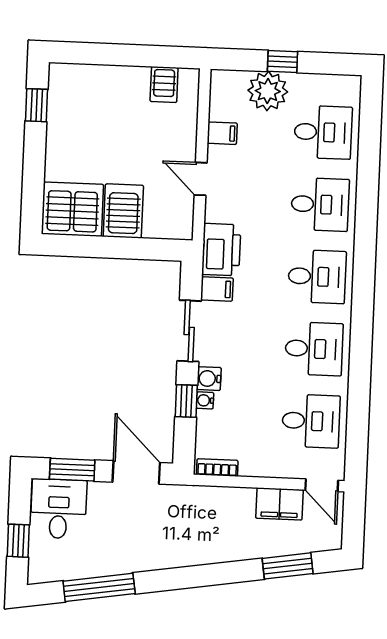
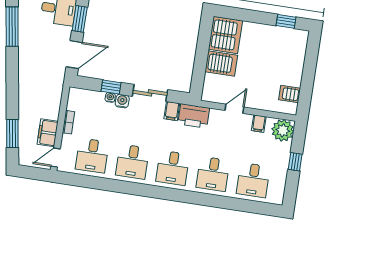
plant: (268, 91) -> (283, 130), moved
bookcase: (217, 468) -> (68, 122), moved

